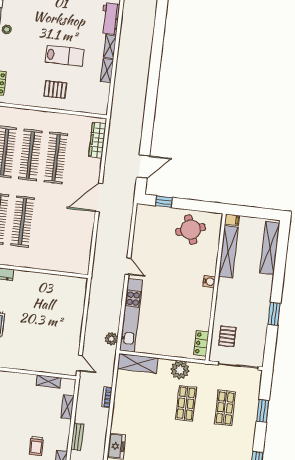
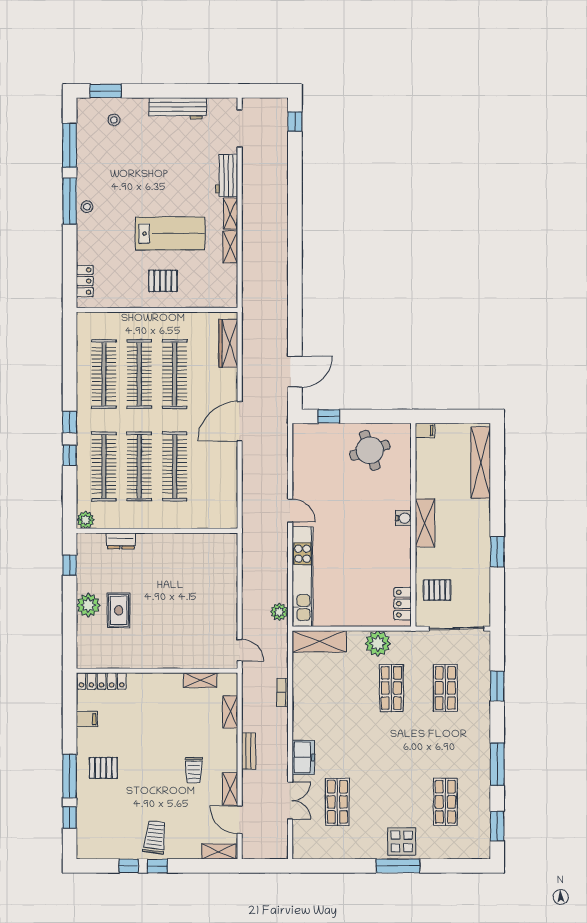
lab bench: (65, 56) -> (170, 233), width x1.36, depth x1.39
clothes rail: (48, 225) -> (175, 467), added
shelving: (228, 252) -> (425, 523), moved, width x0.68
pallet: (227, 336) -> (437, 590), turned 90

